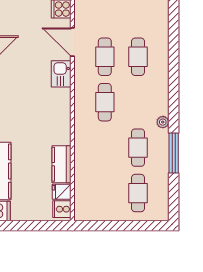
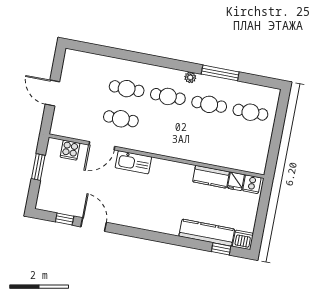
kitchen sink: (61, 74) -> (133, 162), width x1.38
cafe table: (105, 102) -> (168, 96), moved

